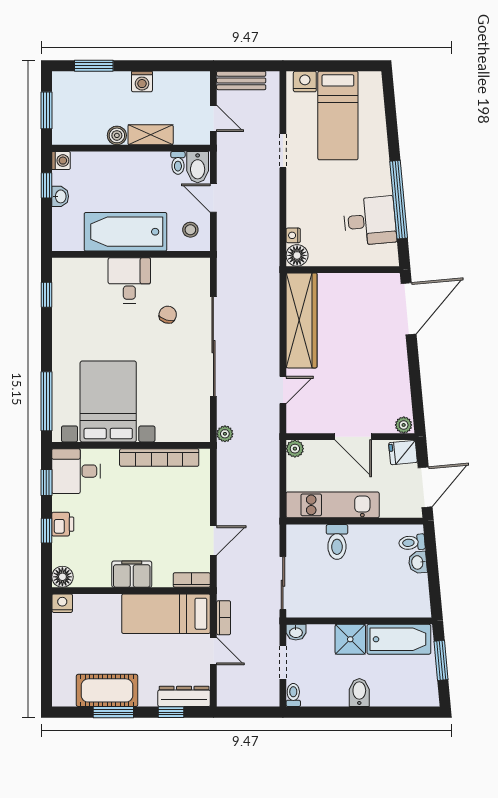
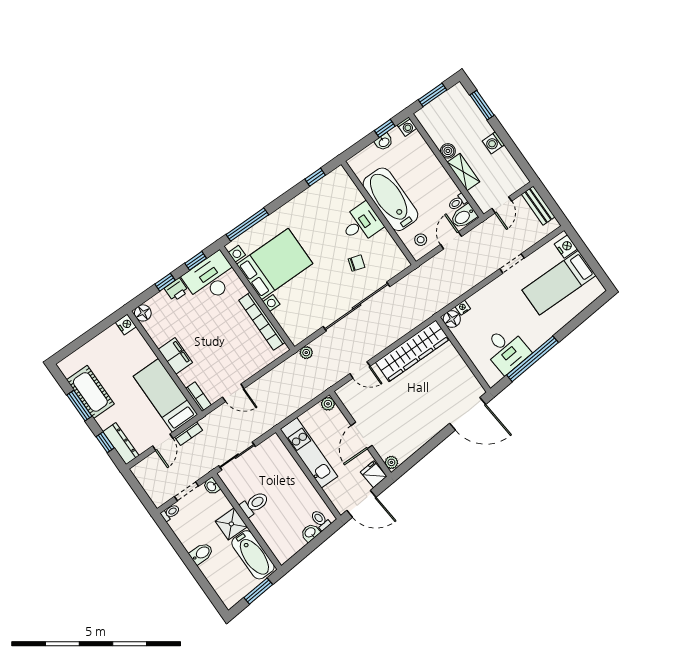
desk: (76, 471) -> (211, 278), width x1.37
toilet: (337, 542) -> (254, 504), moved, turned 180

